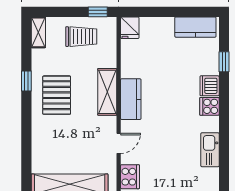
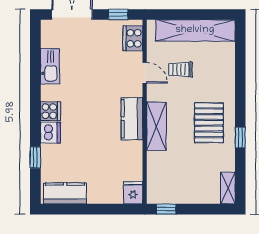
trolley: (81, 37) -> (181, 70), moved, width x0.73, depth x0.72
door: (119, 143) -> (145, 73), swing flipped

